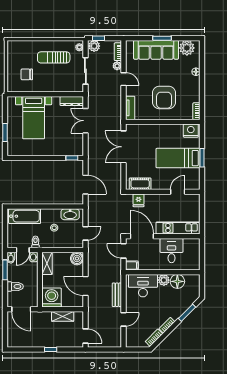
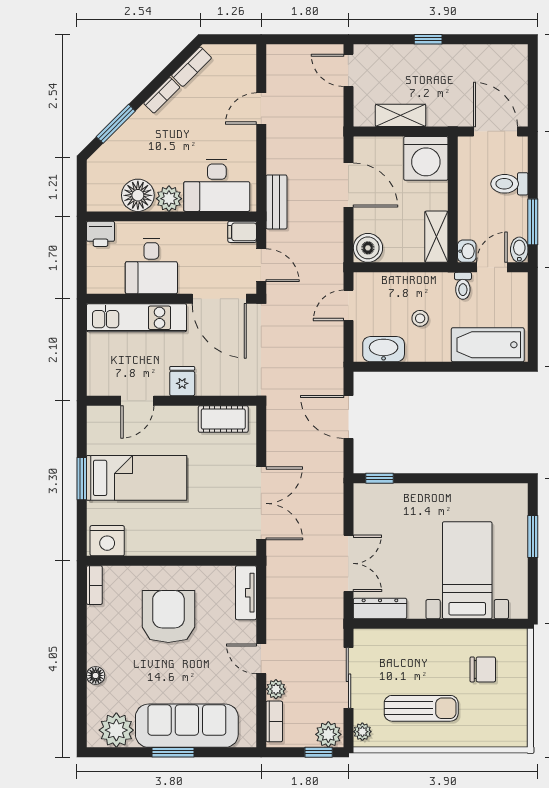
fridge: (138, 200) -> (182, 381), moved
printer: (194, 265) -> (101, 234), added
bench: (117, 295) -> (276, 202), moved

